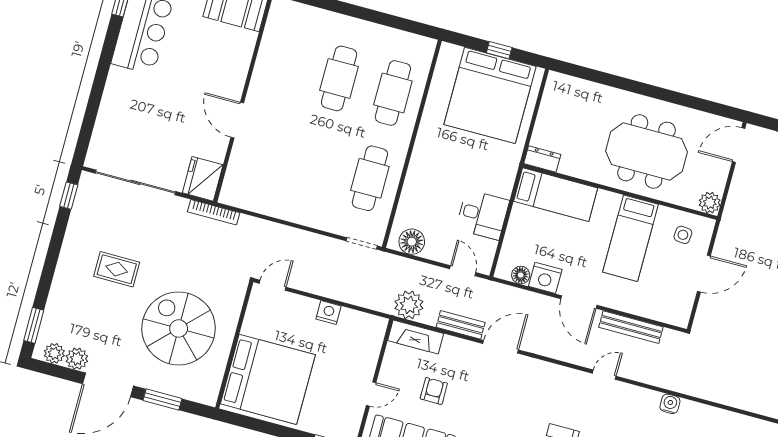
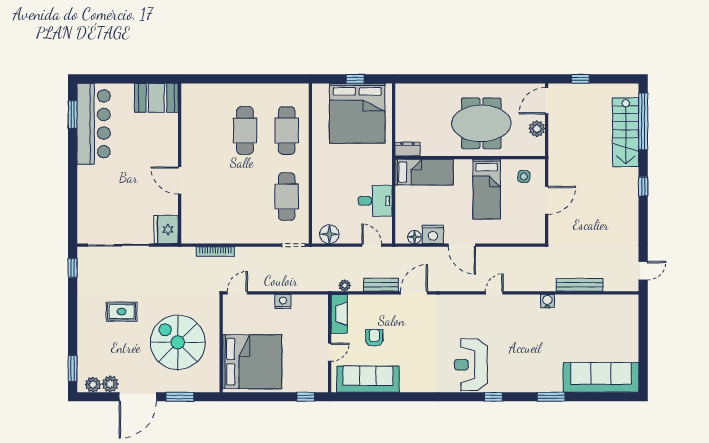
plant: (710, 203) -> (537, 129), moved
bookcase: (214, 212) -> (215, 252), moved
plant: (409, 305) -> (345, 286), width x0.53, depth x0.53
bench: (631, 327) -> (580, 285), moved
fireplace: (416, 337) -> (339, 314), moved, turned -90

